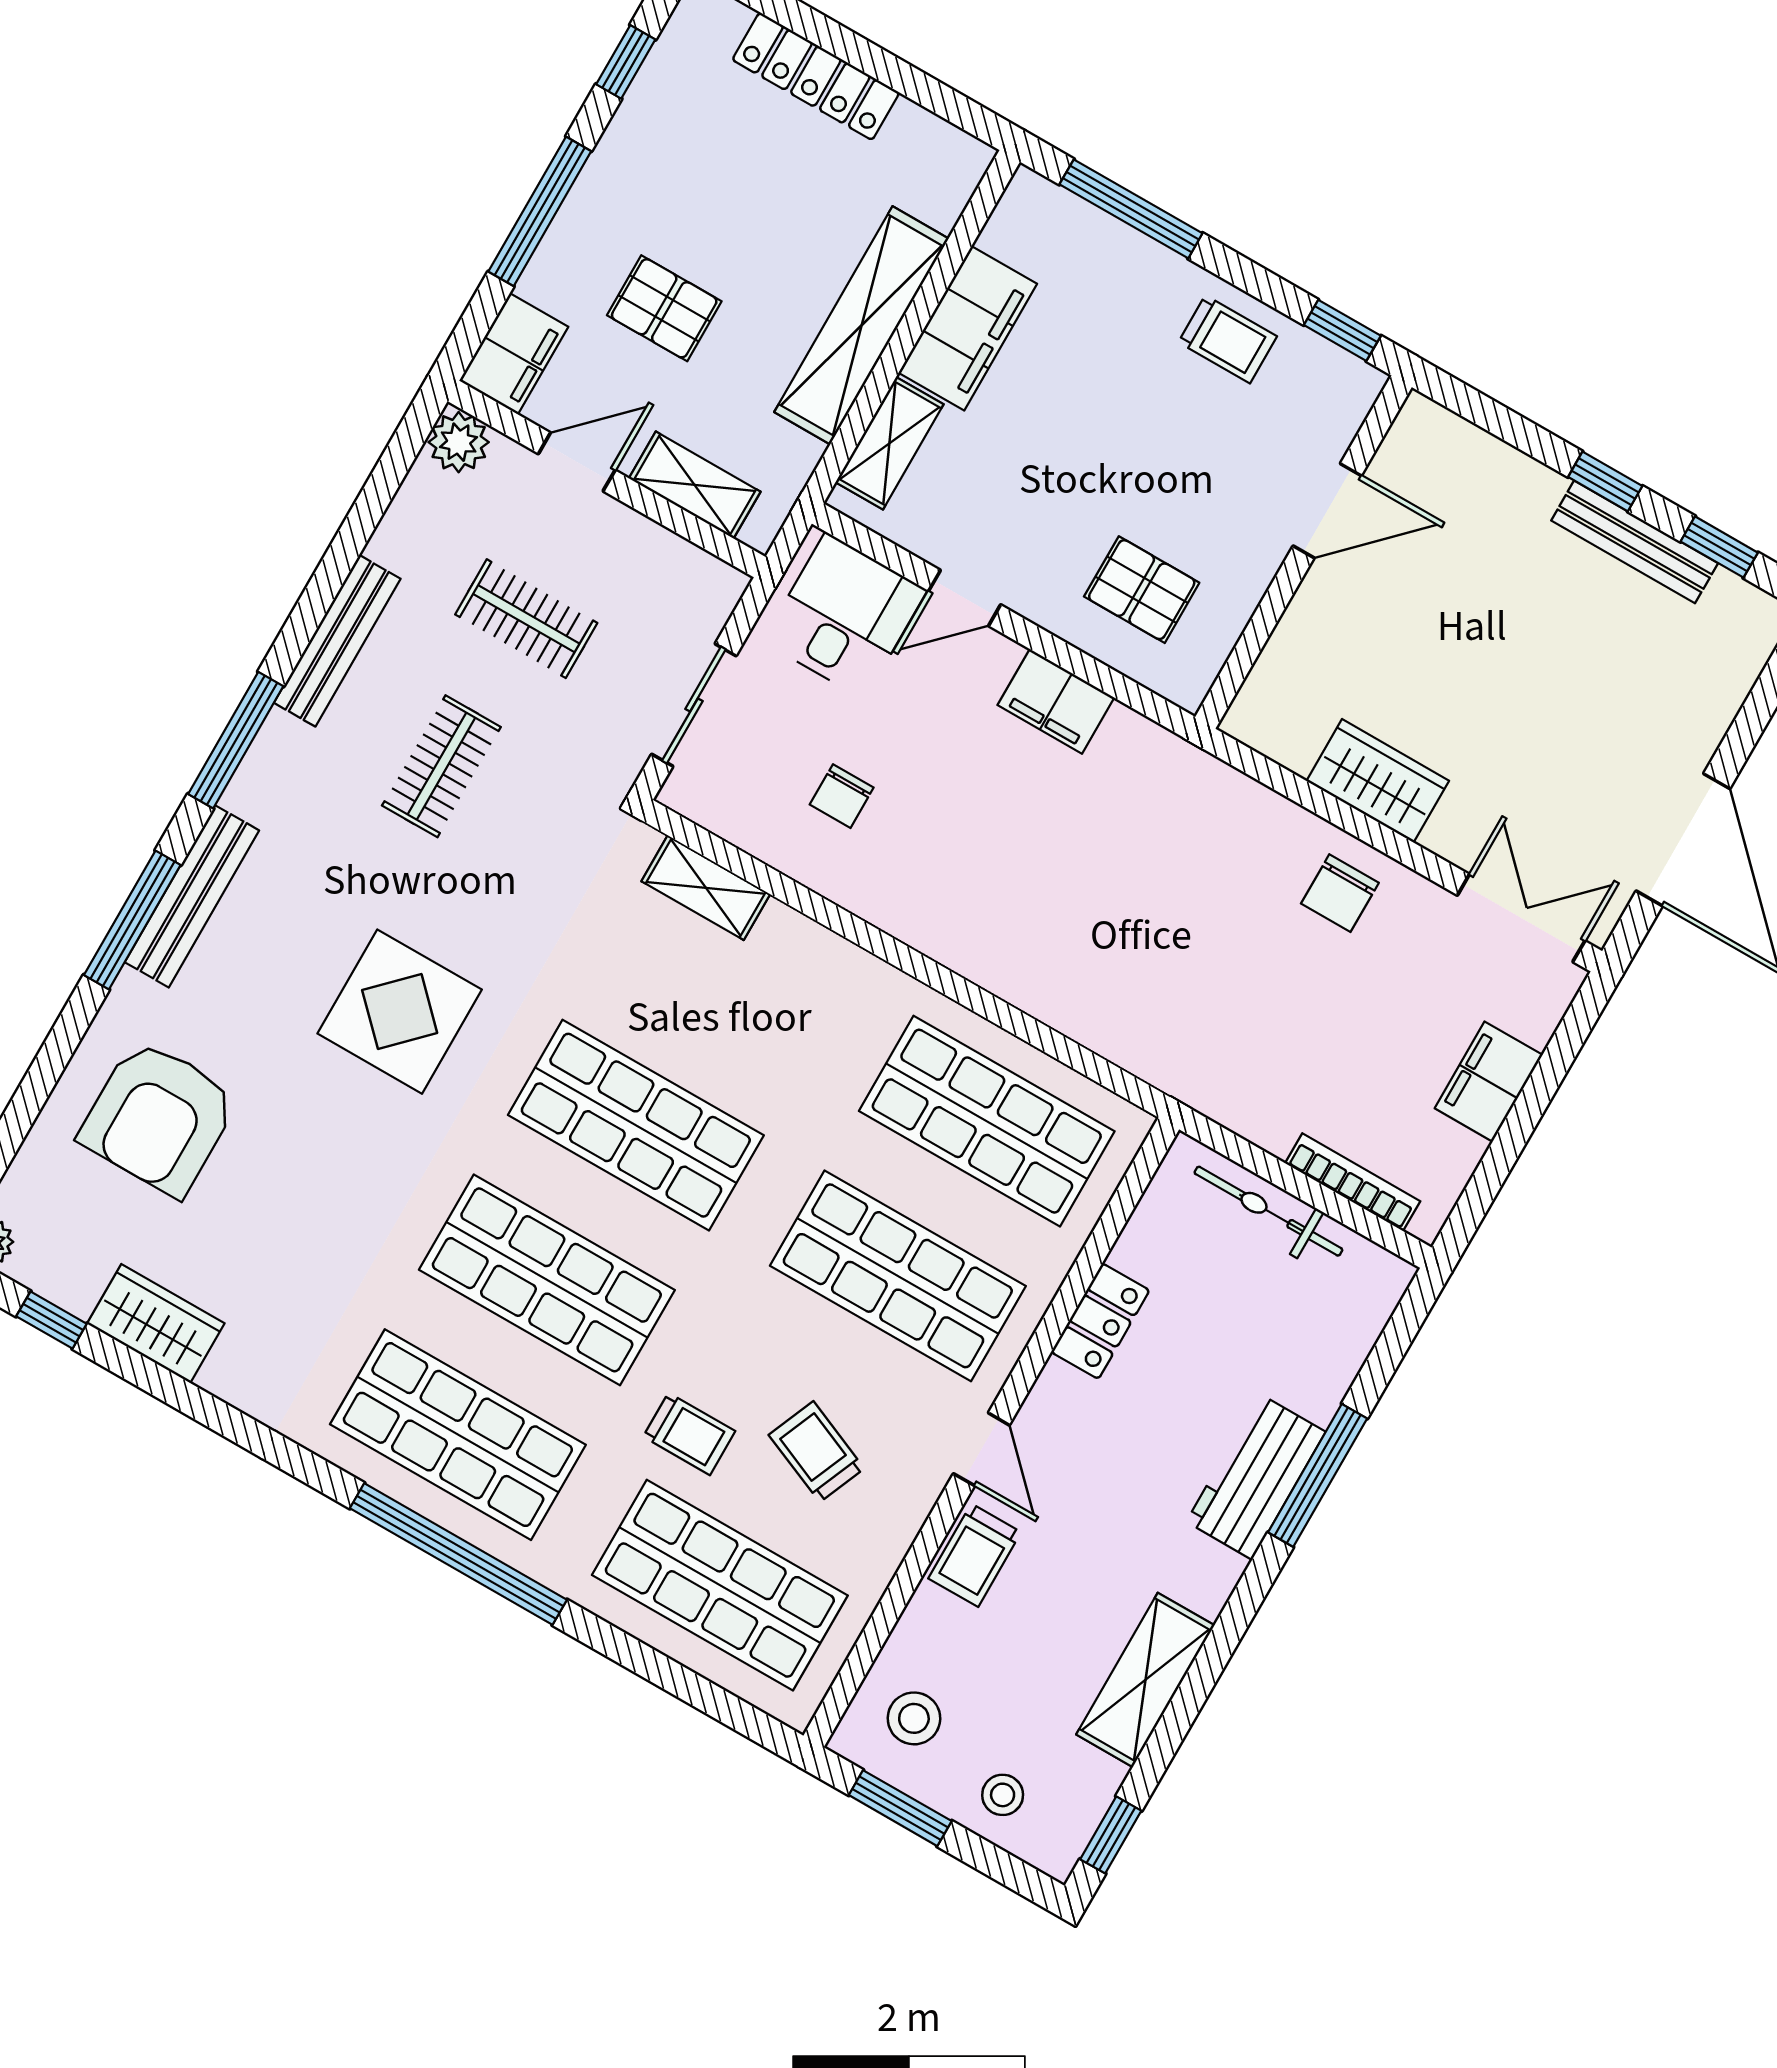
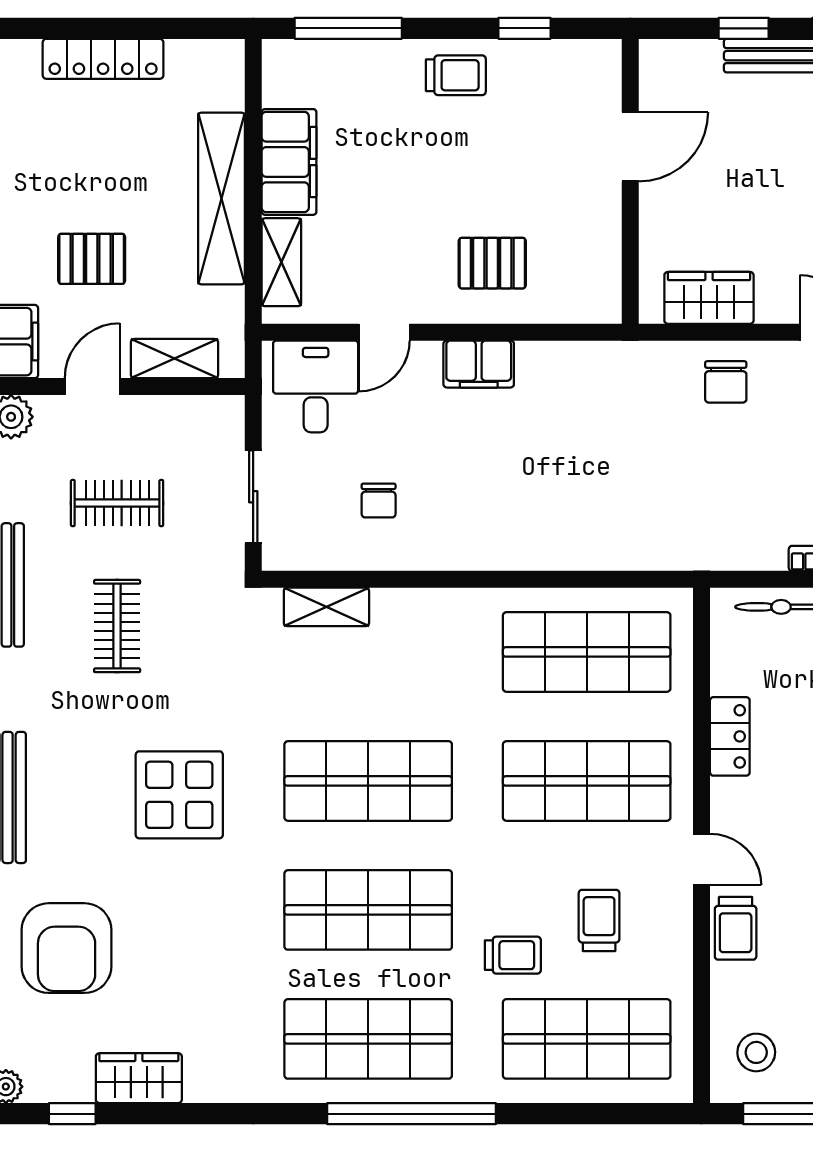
door: (1327, 511) -> (630, 147), moved
wall: (1303, 552) -> (630, 181), moved
trolley: (816, 1452) -> (599, 920), turned 67

